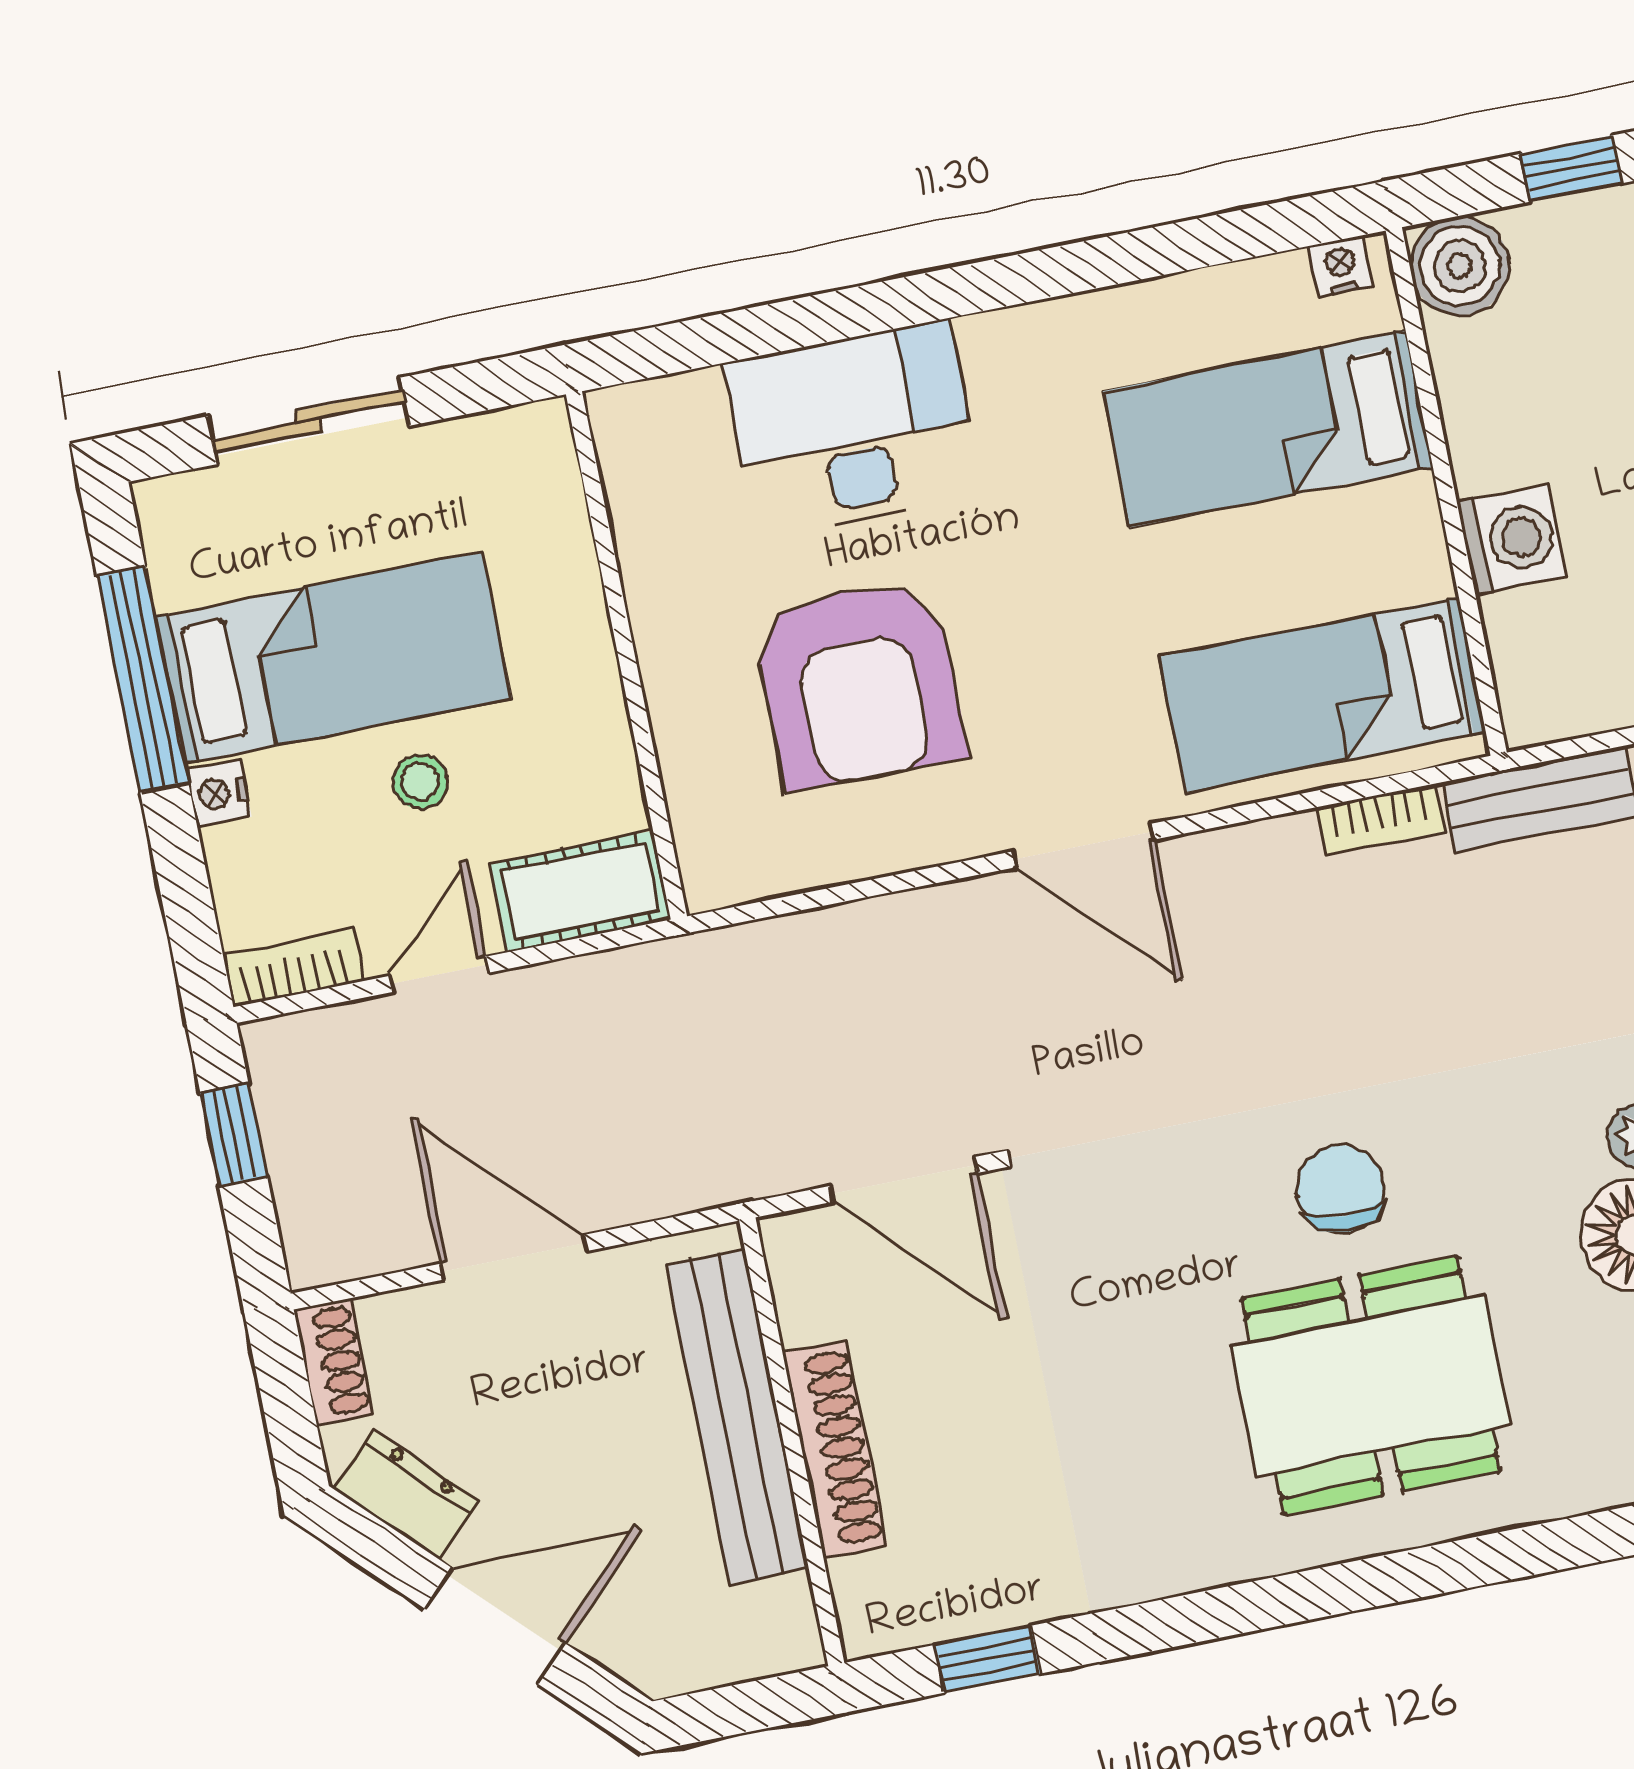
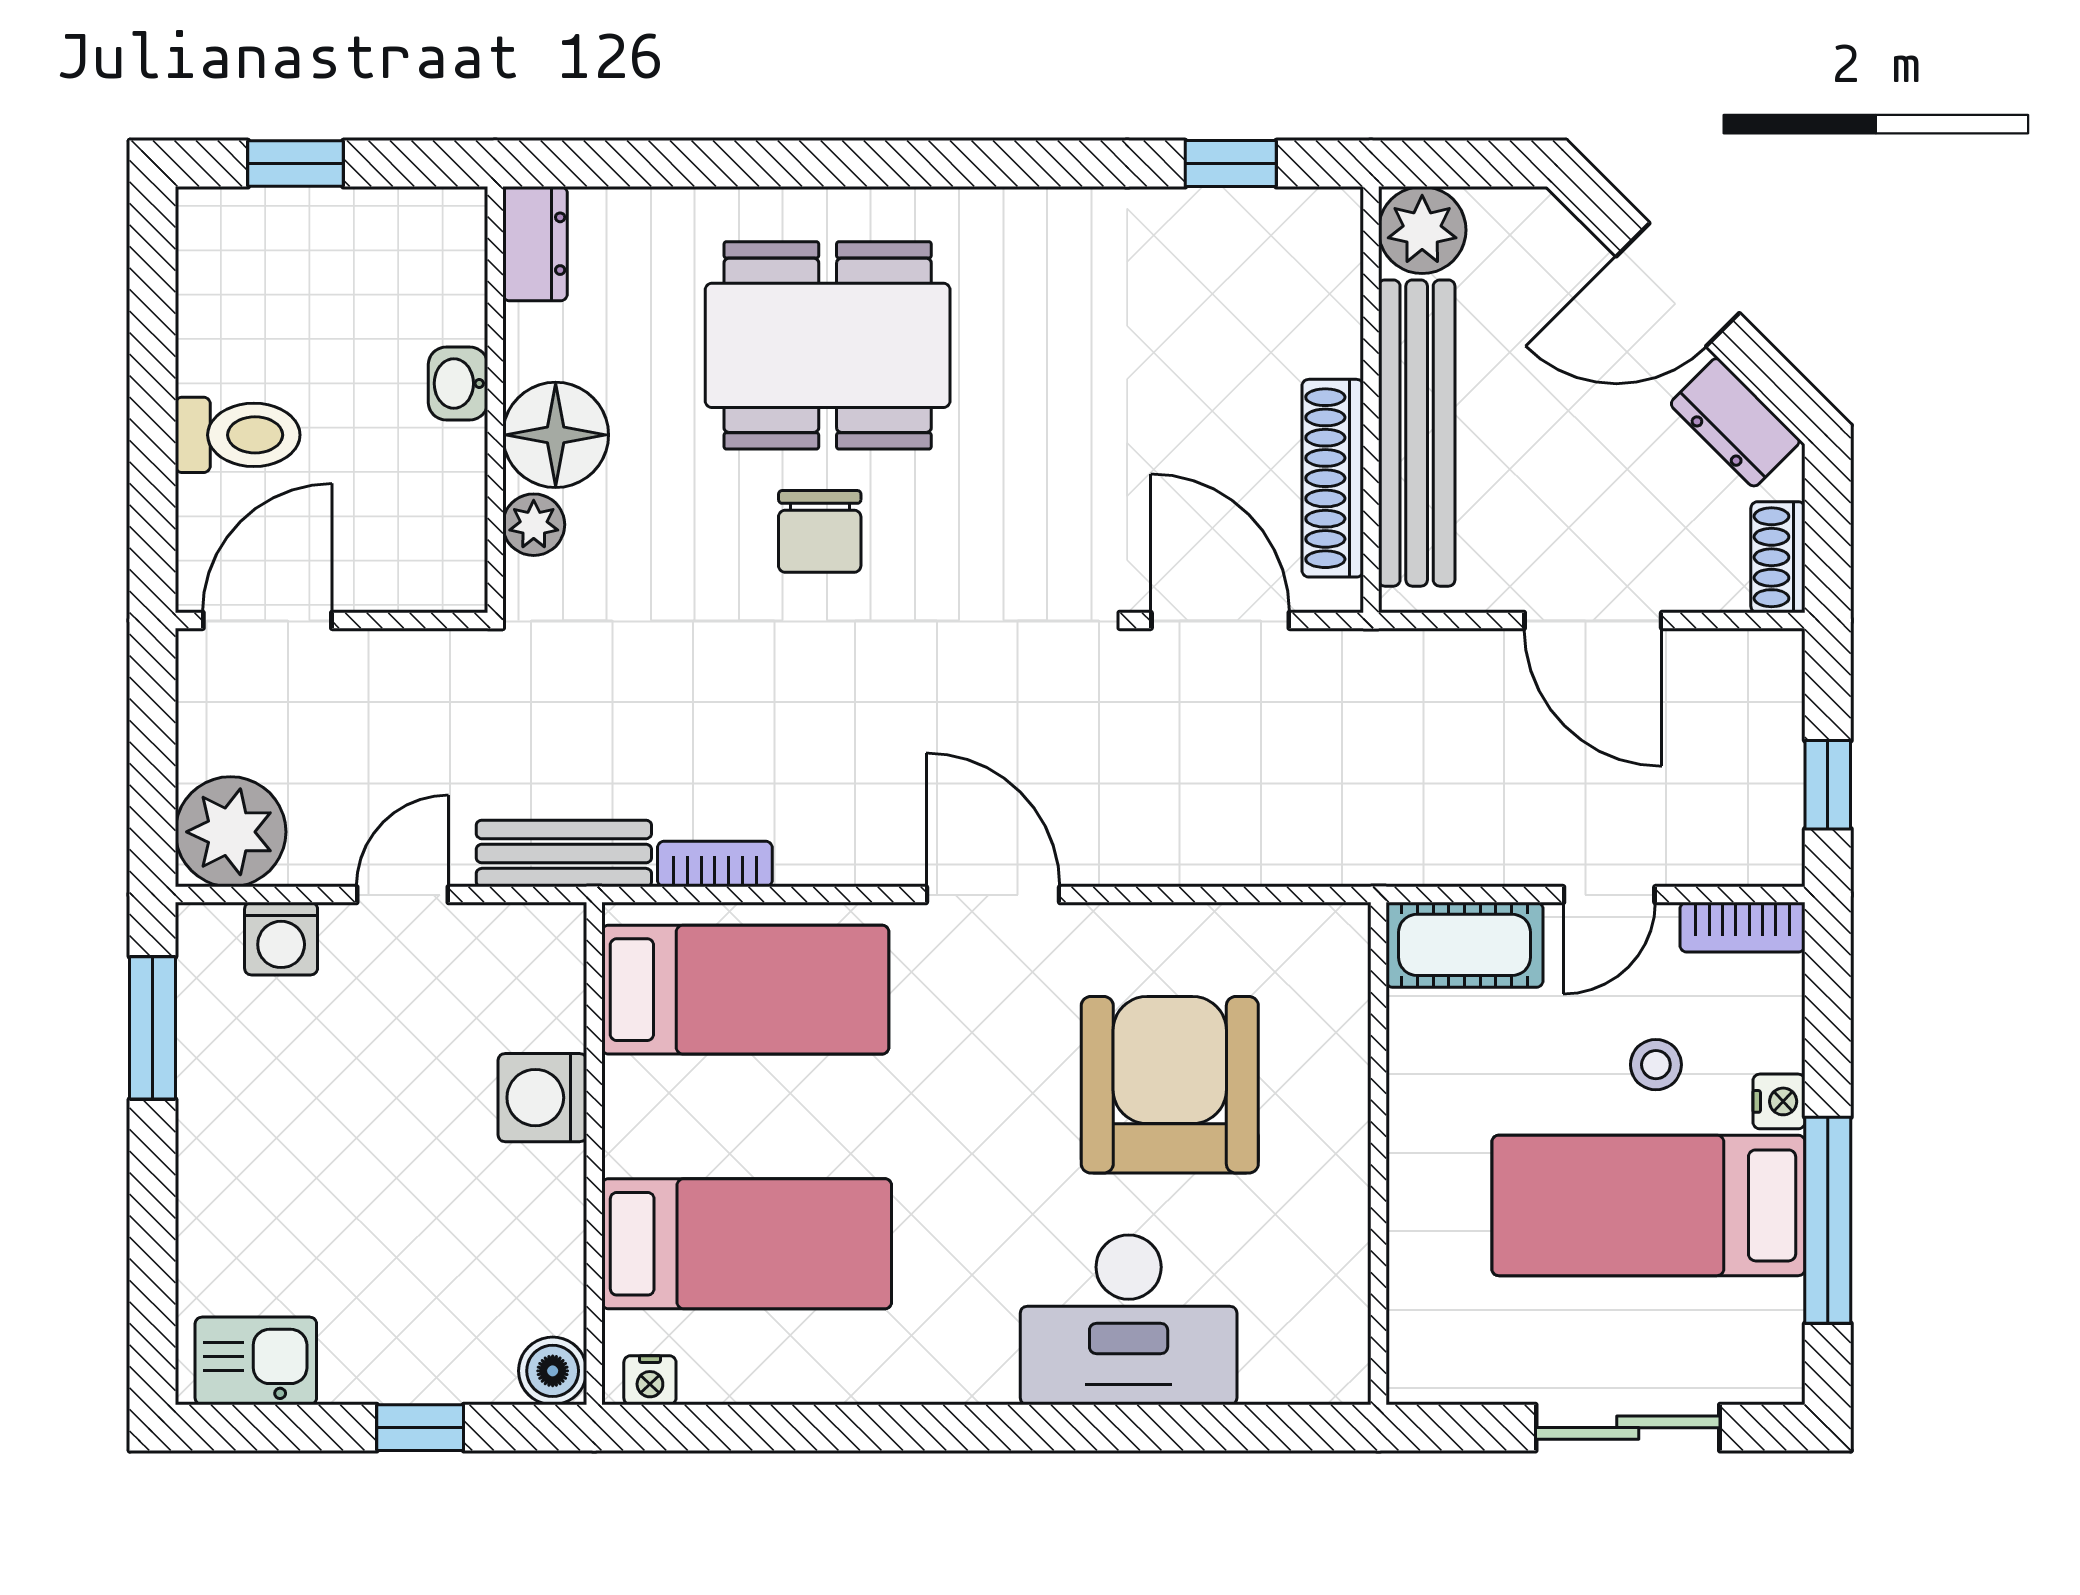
boiler: (1460, 266) -> (553, 1371), width x0.73, depth x0.73
stool: (420, 782) -> (1656, 1065), moved
shoe rack: (835, 1449) -> (1333, 478), moved
plant: (774, 1630) -> (1422, 230), added

